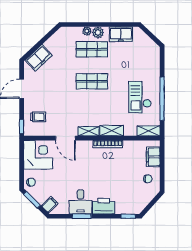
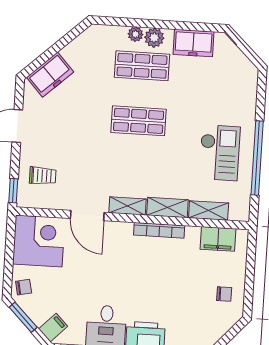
checkout: (140, 97) -> (219, 153), turned 180
shelving: (148, 131) -> (209, 210), moved
filing cabinet: (153, 157) -> (218, 239), moved, turned -90

